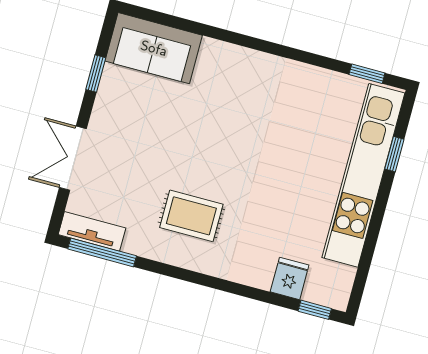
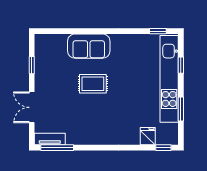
sofa: (154, 48) -> (89, 46), moved
rug: (191, 216) -> (93, 84), moved
window: (371, 242) -> (181, 109), added

